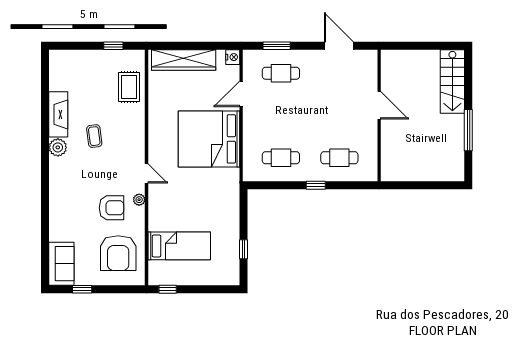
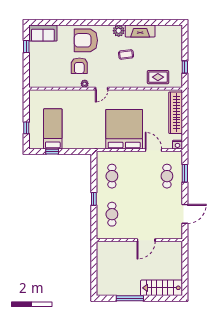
bed: (179, 246) -> (53, 129), moved, turned 180
armchair: (118, 253) -> (86, 40), moved
window: (168, 289) -> (26, 128), moved

